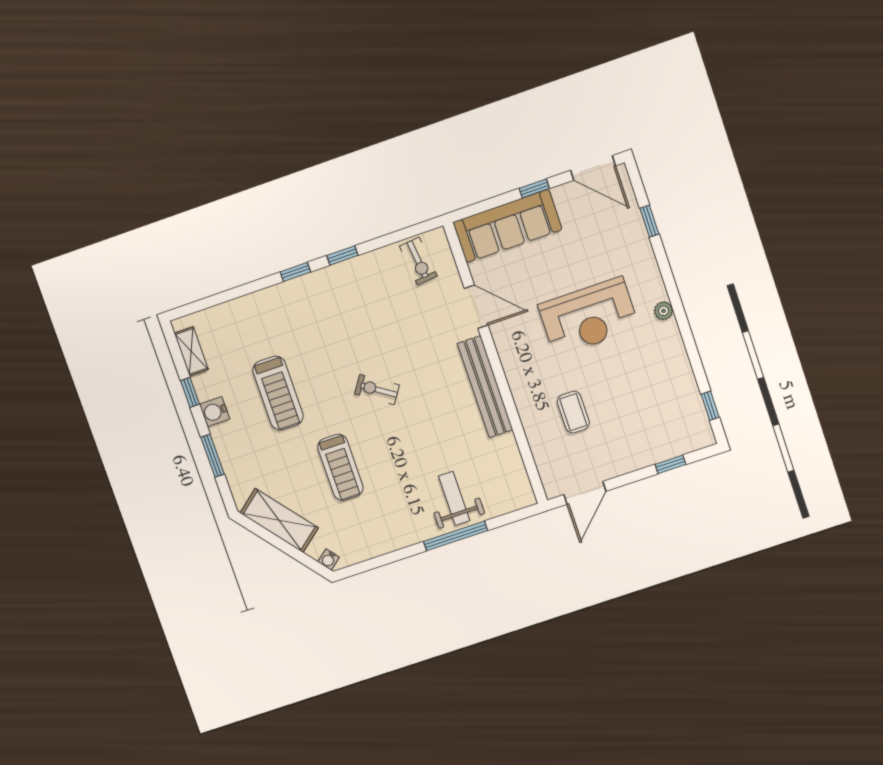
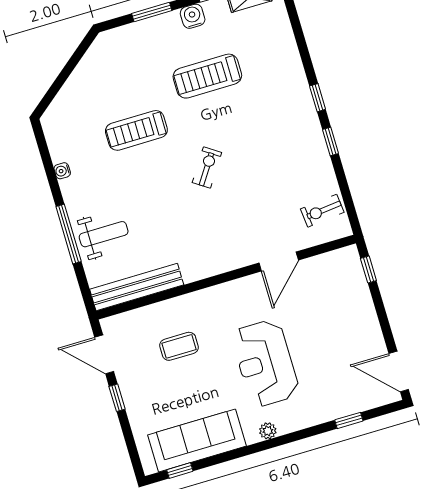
door: (593, 168) -> (399, 371), hinge flipped
window: (534, 188) -> (368, 269), moved
sofa: (507, 226) -> (197, 440), moved, turned 90
bench: (485, 387) -> (137, 287), moved
window: (670, 464) -> (117, 398), moved
shelving: (279, 520) -> (89, 71), removed
water cooler: (329, 559) -> (62, 171), moved, turned -51

